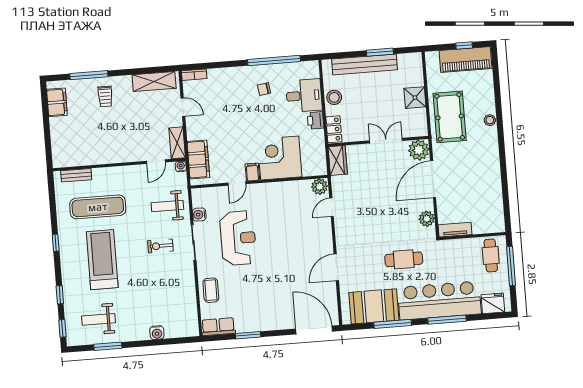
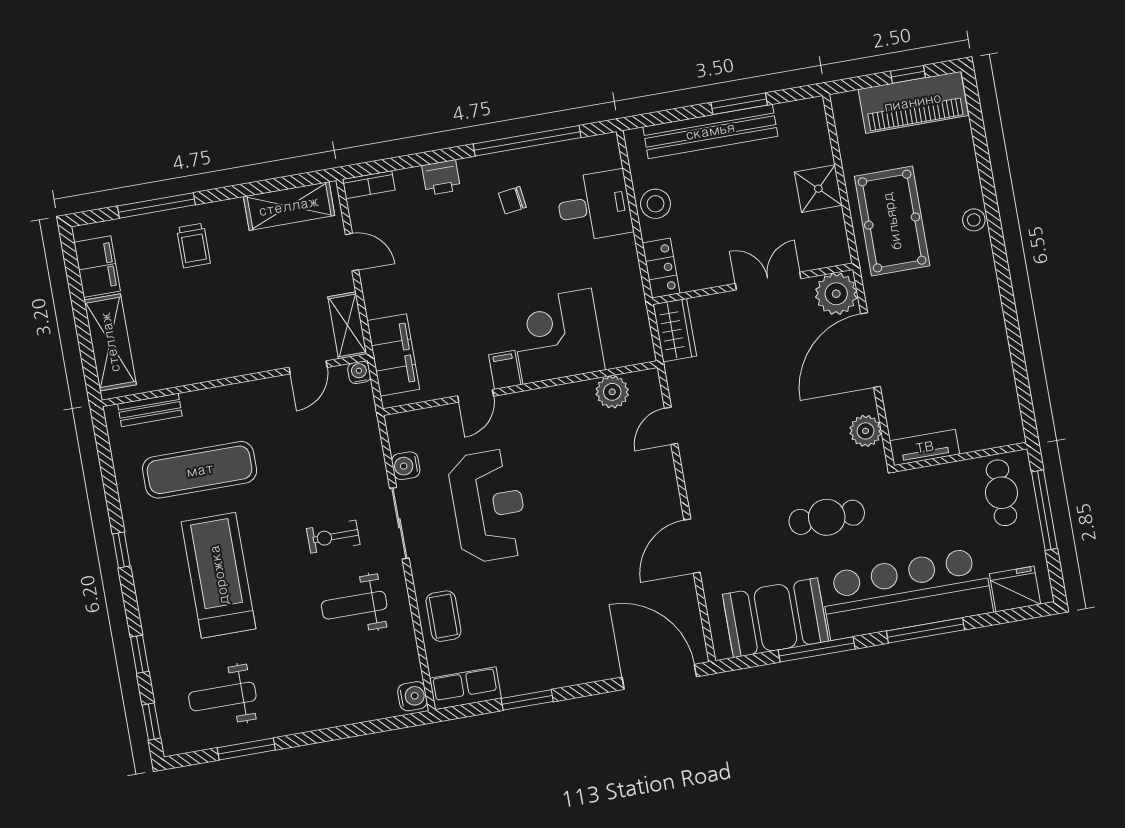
printer: (316, 120) -> (441, 178), moved, turned -90
shelving: (60, 140) -> (110, 342), added
plant: (320, 187) -> (612, 392), moved
weight bench: (167, 206) -> (354, 605), moved
water cooler: (157, 333) -> (413, 696), moved, turned -90

